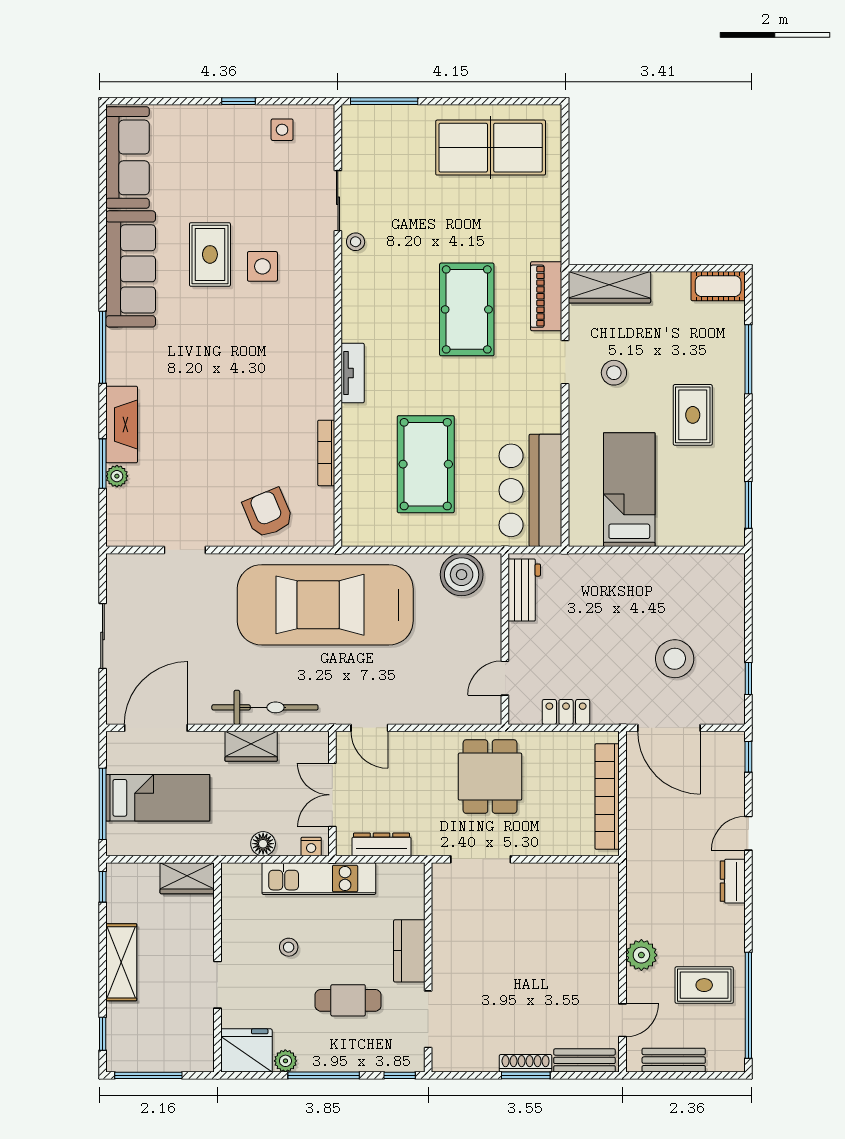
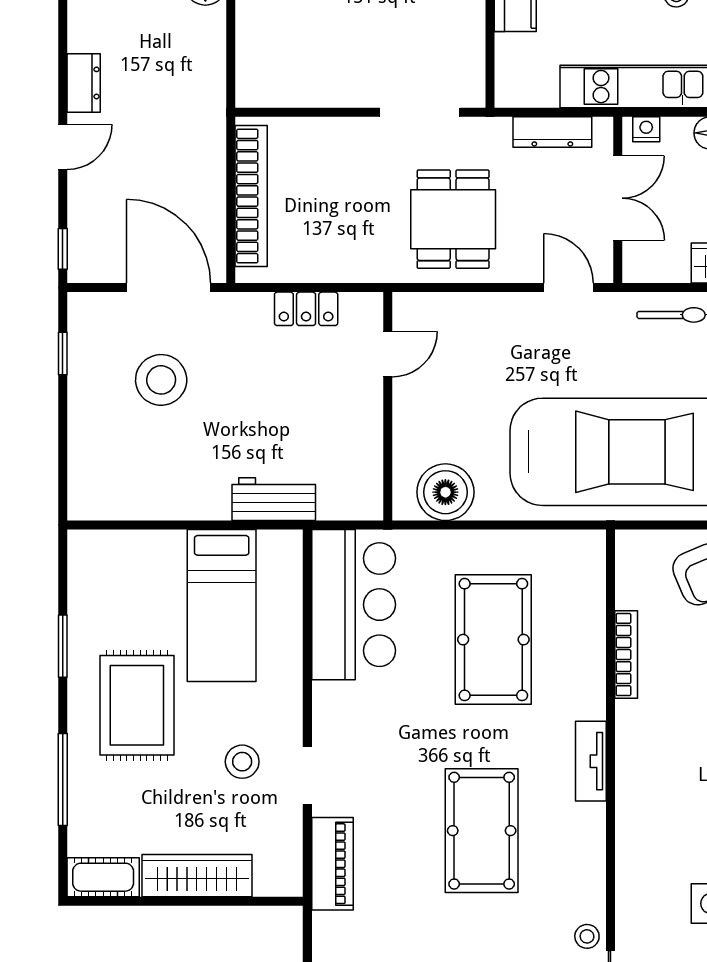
wardrobe: (609, 287) -> (197, 876), moved
pool table: (467, 309) -> (482, 831), moved
rug: (693, 415) -> (137, 705), width x1.36, depth x1.43
window: (748, 505) -> (63, 646), moved
workbench: (524, 590) -> (274, 499), moved, turned 90
dining table: (490, 777) -> (453, 219), moved

